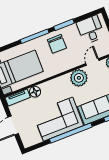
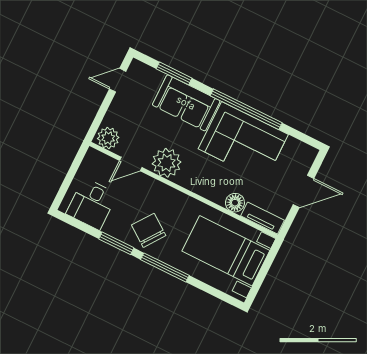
chair: (57, 44) -> (149, 230), turned -54

